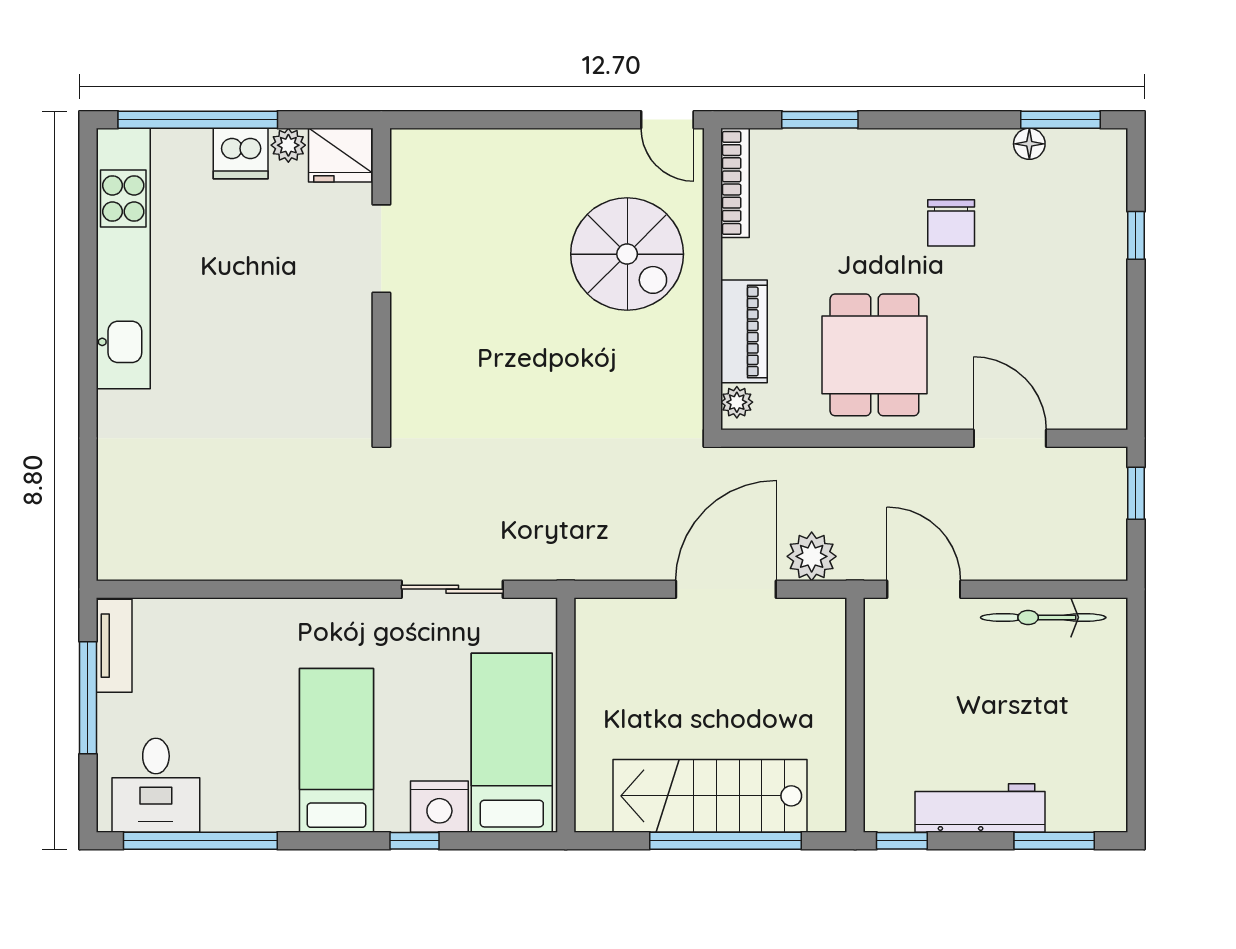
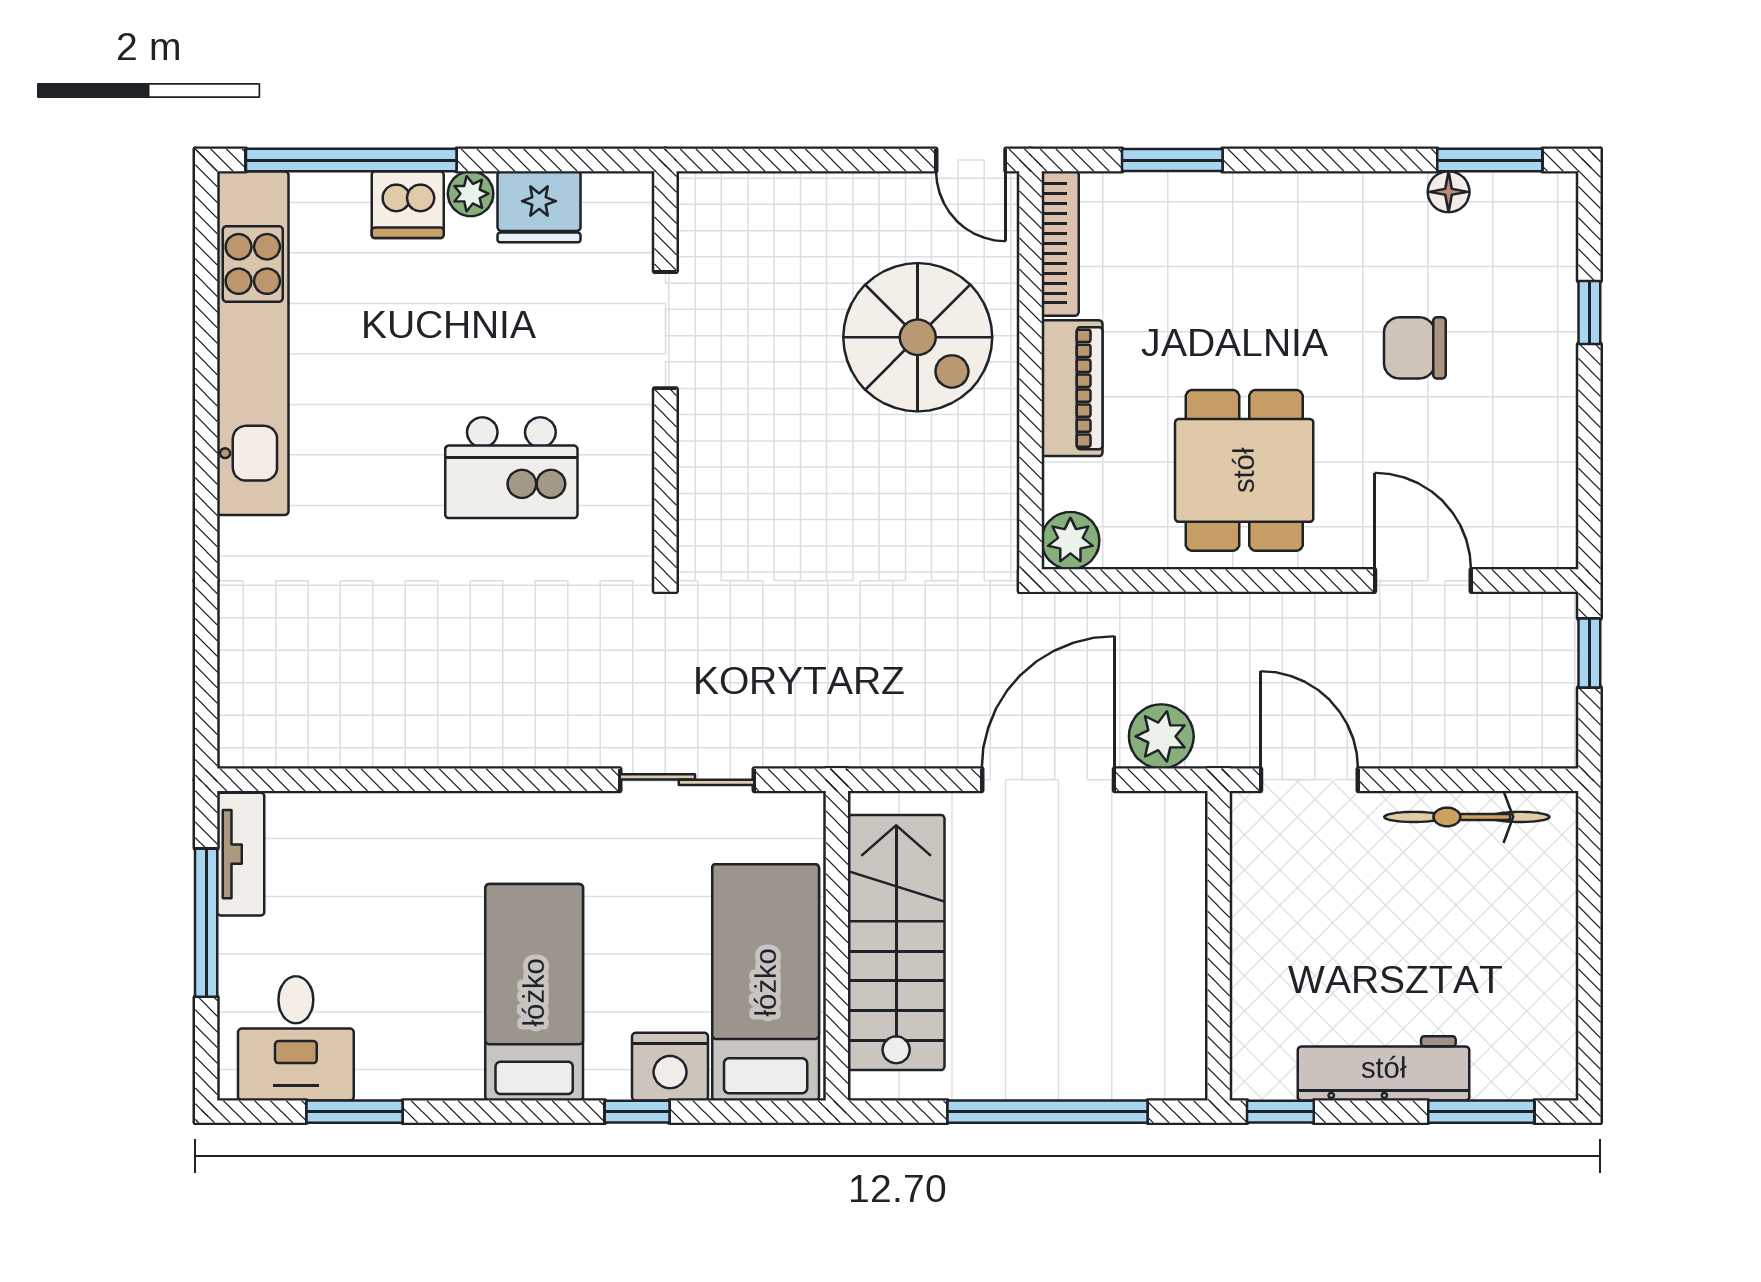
chair: (951, 223) -> (1415, 348), moved, turned 90
doorway: (381, 249) -> (665, 330), moved
wall: (381, 279) -> (665, 370), moved
piano: (744, 331) -> (1072, 388), moved
kitchen island: (319, 353) -> (511, 468), added
plant: (737, 402) -> (1070, 541), width x1.38, depth x1.38
stairs: (710, 796) -> (896, 943), moved, turned 90
window: (200, 841) -> (355, 1112), width x0.47

